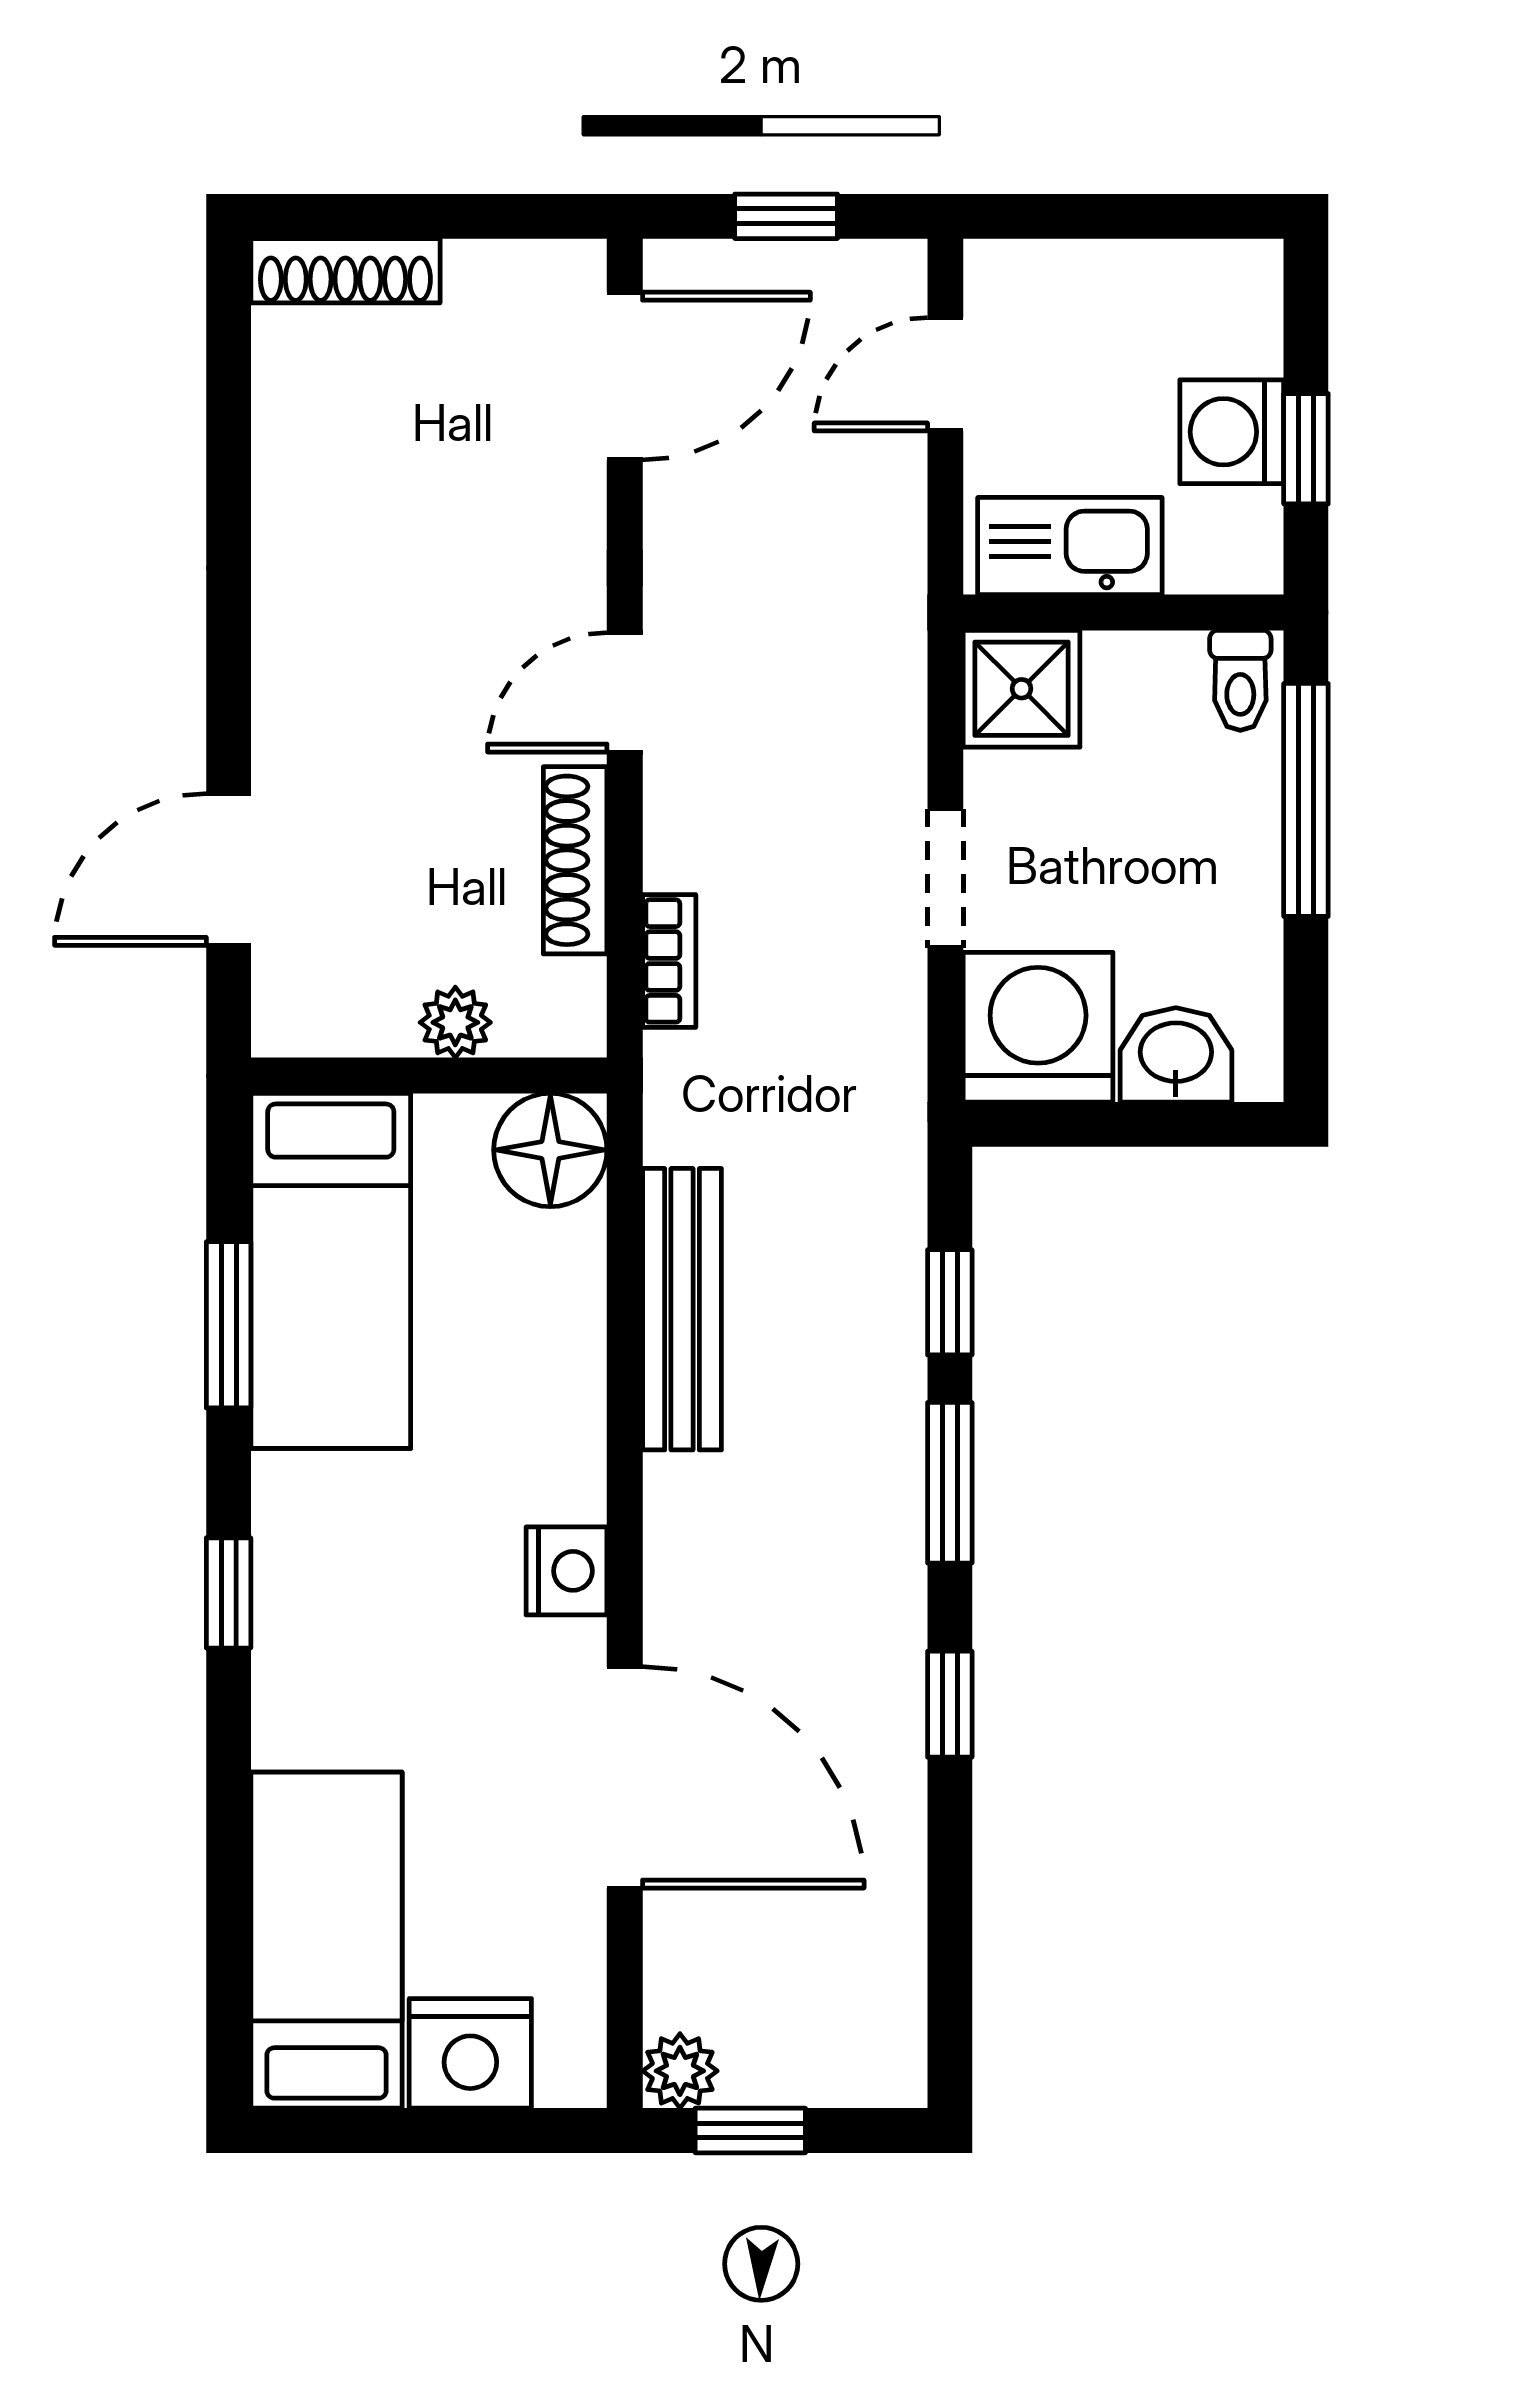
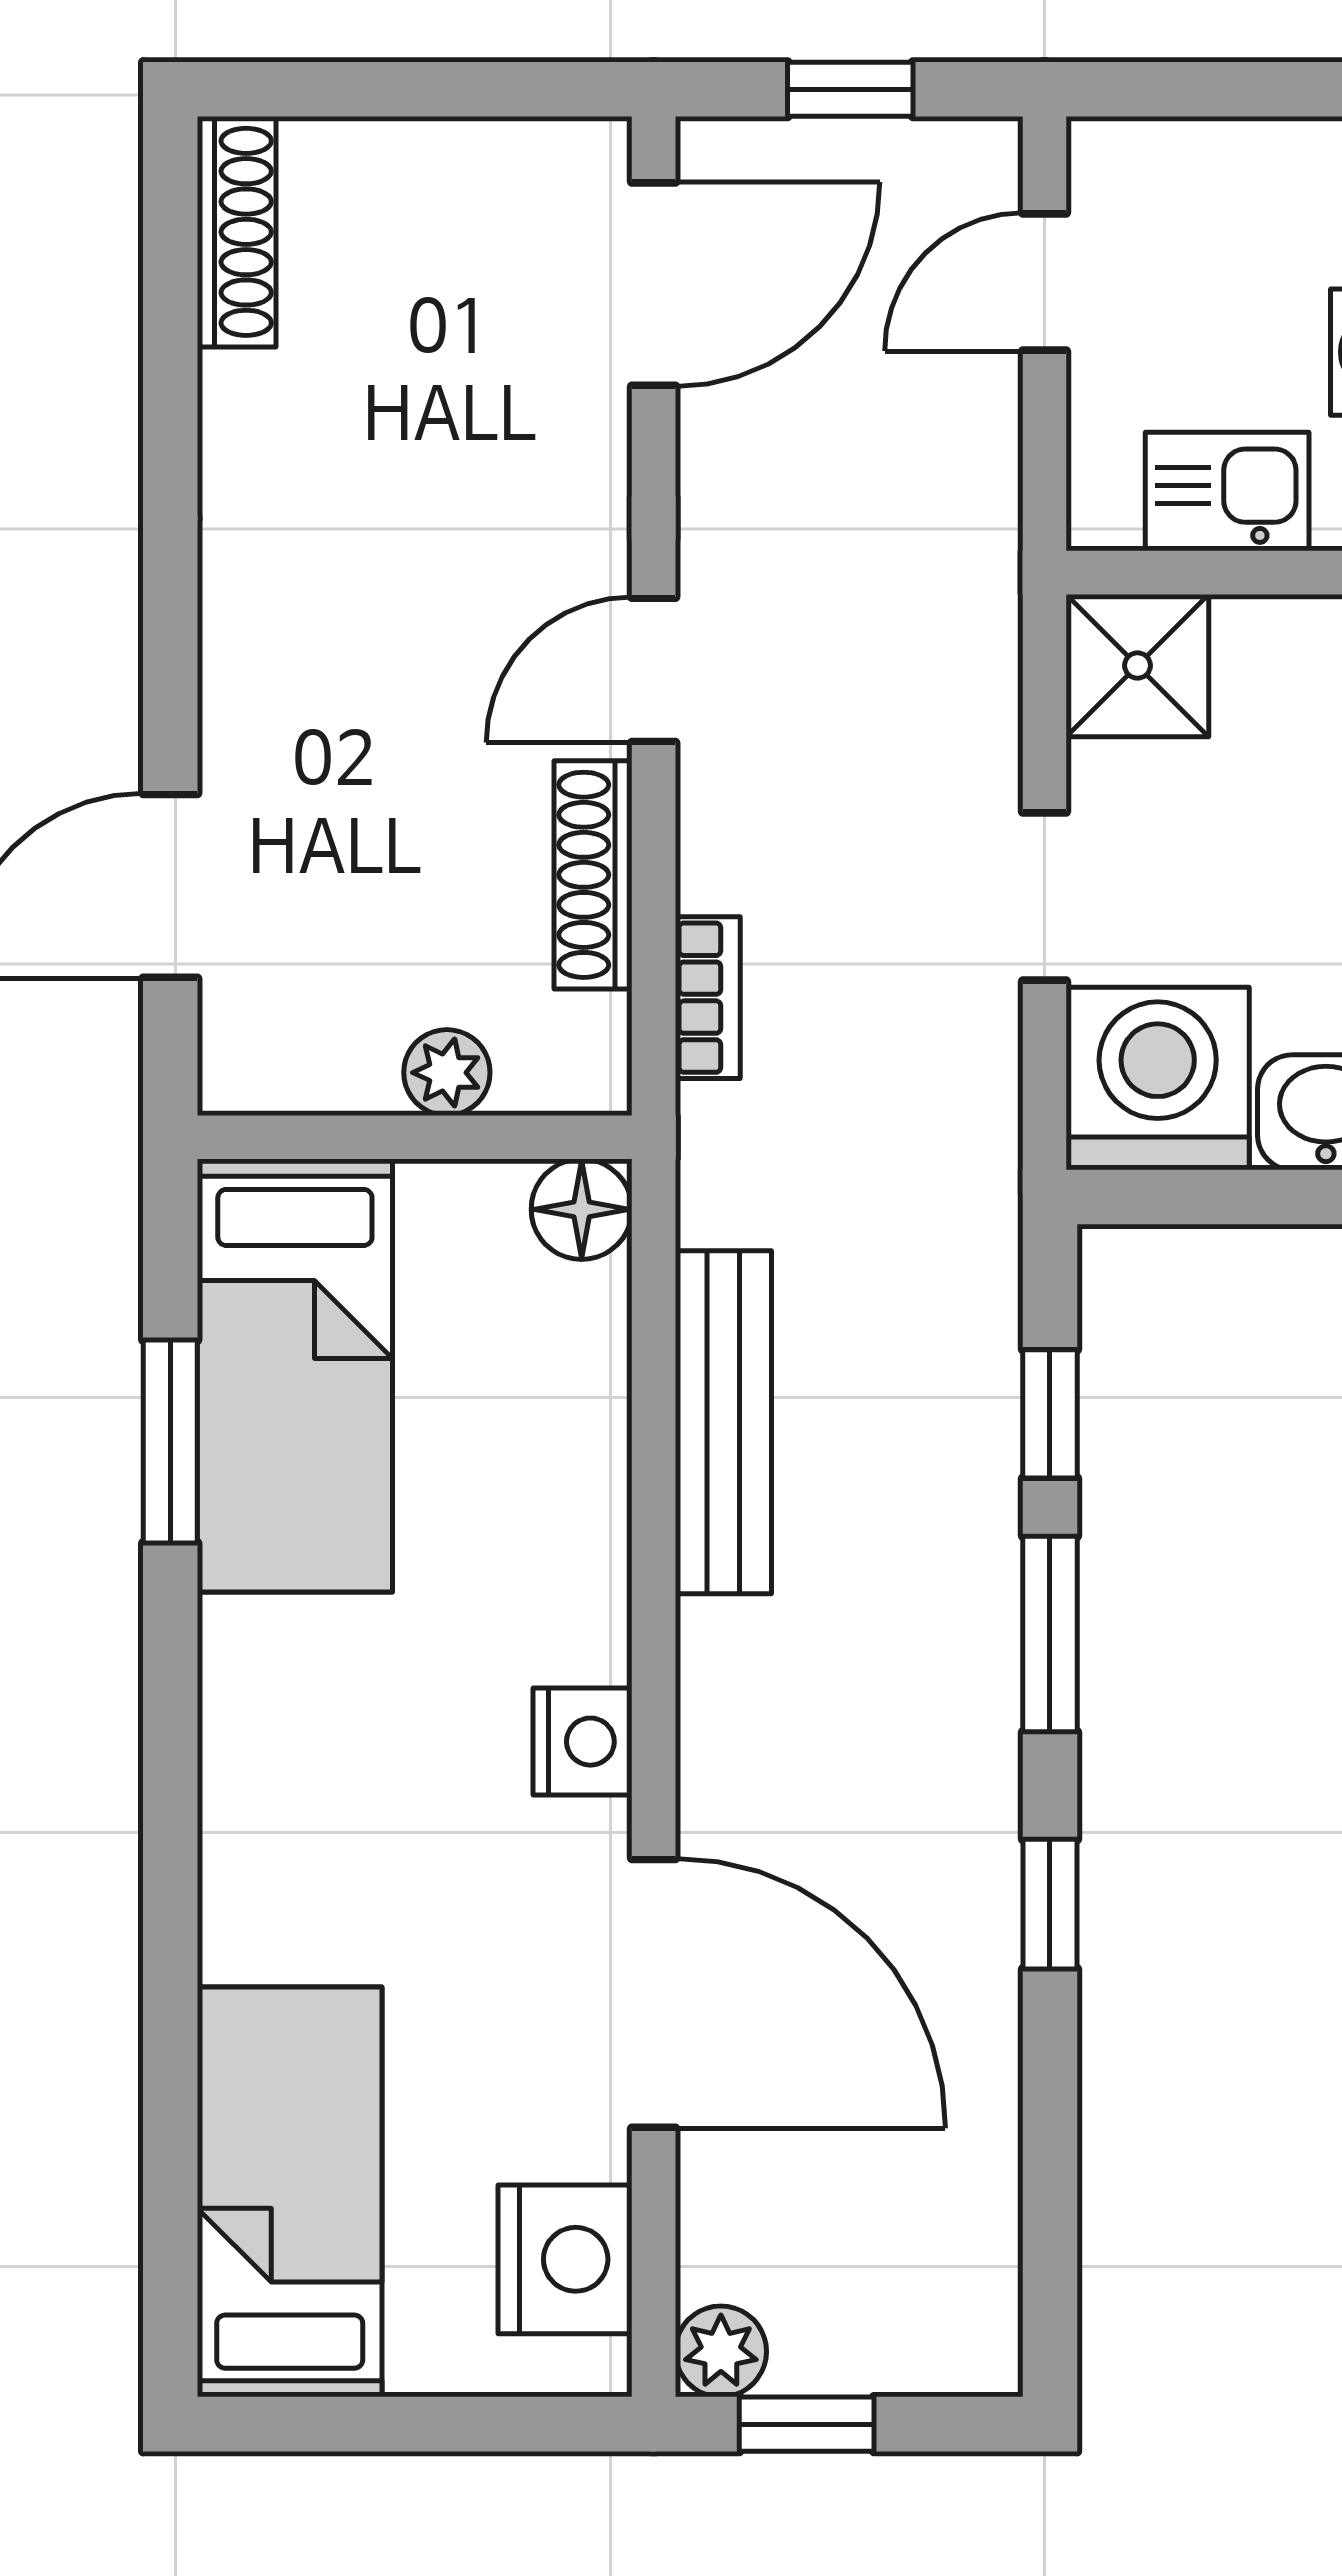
shoe rack: (345, 271) -> (237, 232), moved, turned -90
kitchen sink: (1070, 546) -> (1227, 492), width x0.73
floor lamp: (550, 1150) -> (582, 1209), width x0.73, depth x0.73
window: (229, 1593) -> (170, 1768), removed
nightstand: (470, 2053) -> (565, 2259), moved, turned -90

